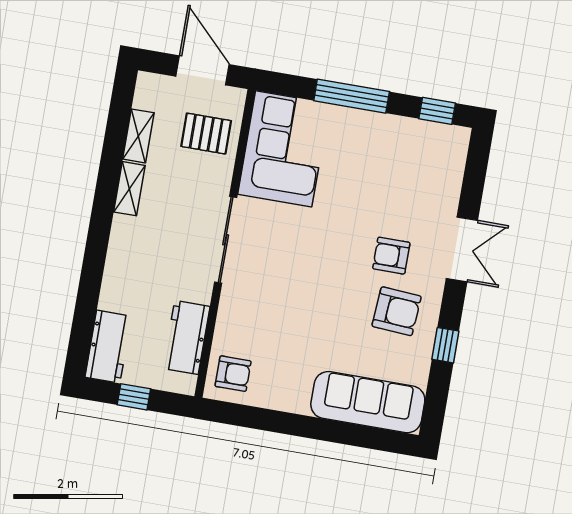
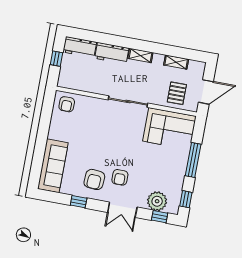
window: (476, 168) -> (160, 217), added
plant: (442, 174) -> (157, 201), added
shelving: (129, 189) -> (140, 56), moved
armchair: (391, 256) -> (120, 177), turned 180
workbench: (186, 337) -> (112, 53), moved, turned 180

